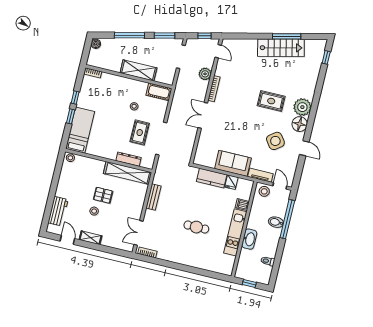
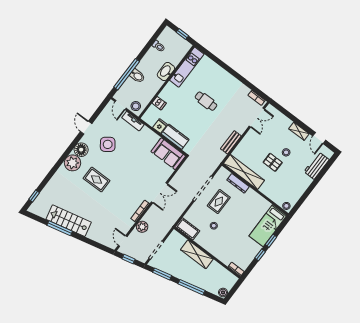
sofa: (233, 163) -> (168, 154), moved
kitchen unit: (235, 232) -> (187, 67), moved

